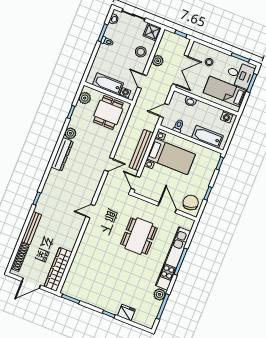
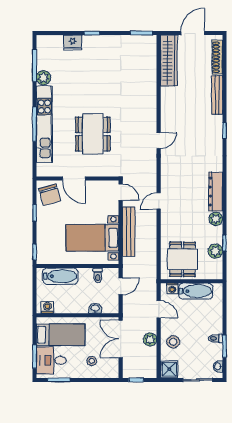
plant: (85, 98) -> (215, 251), moved

